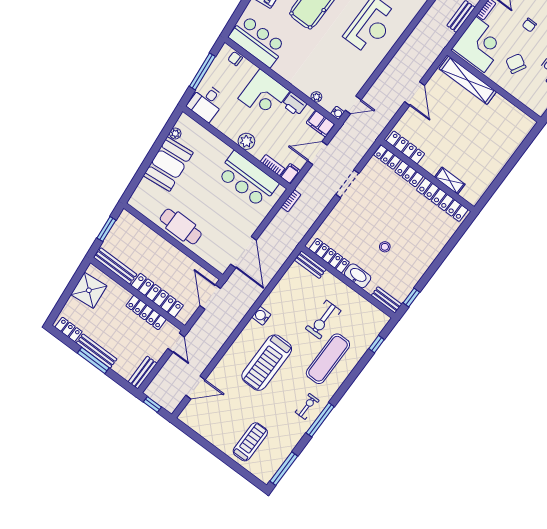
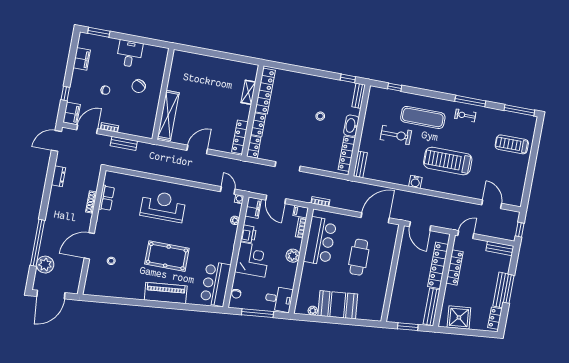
corner desk: (480, 44) -> (138, 119), removed
cafe table: (181, 226) -> (359, 257), moved
door: (210, 297) -> (420, 226), hinge flipped
treadmill: (267, 363) -> (448, 161), turned 180

